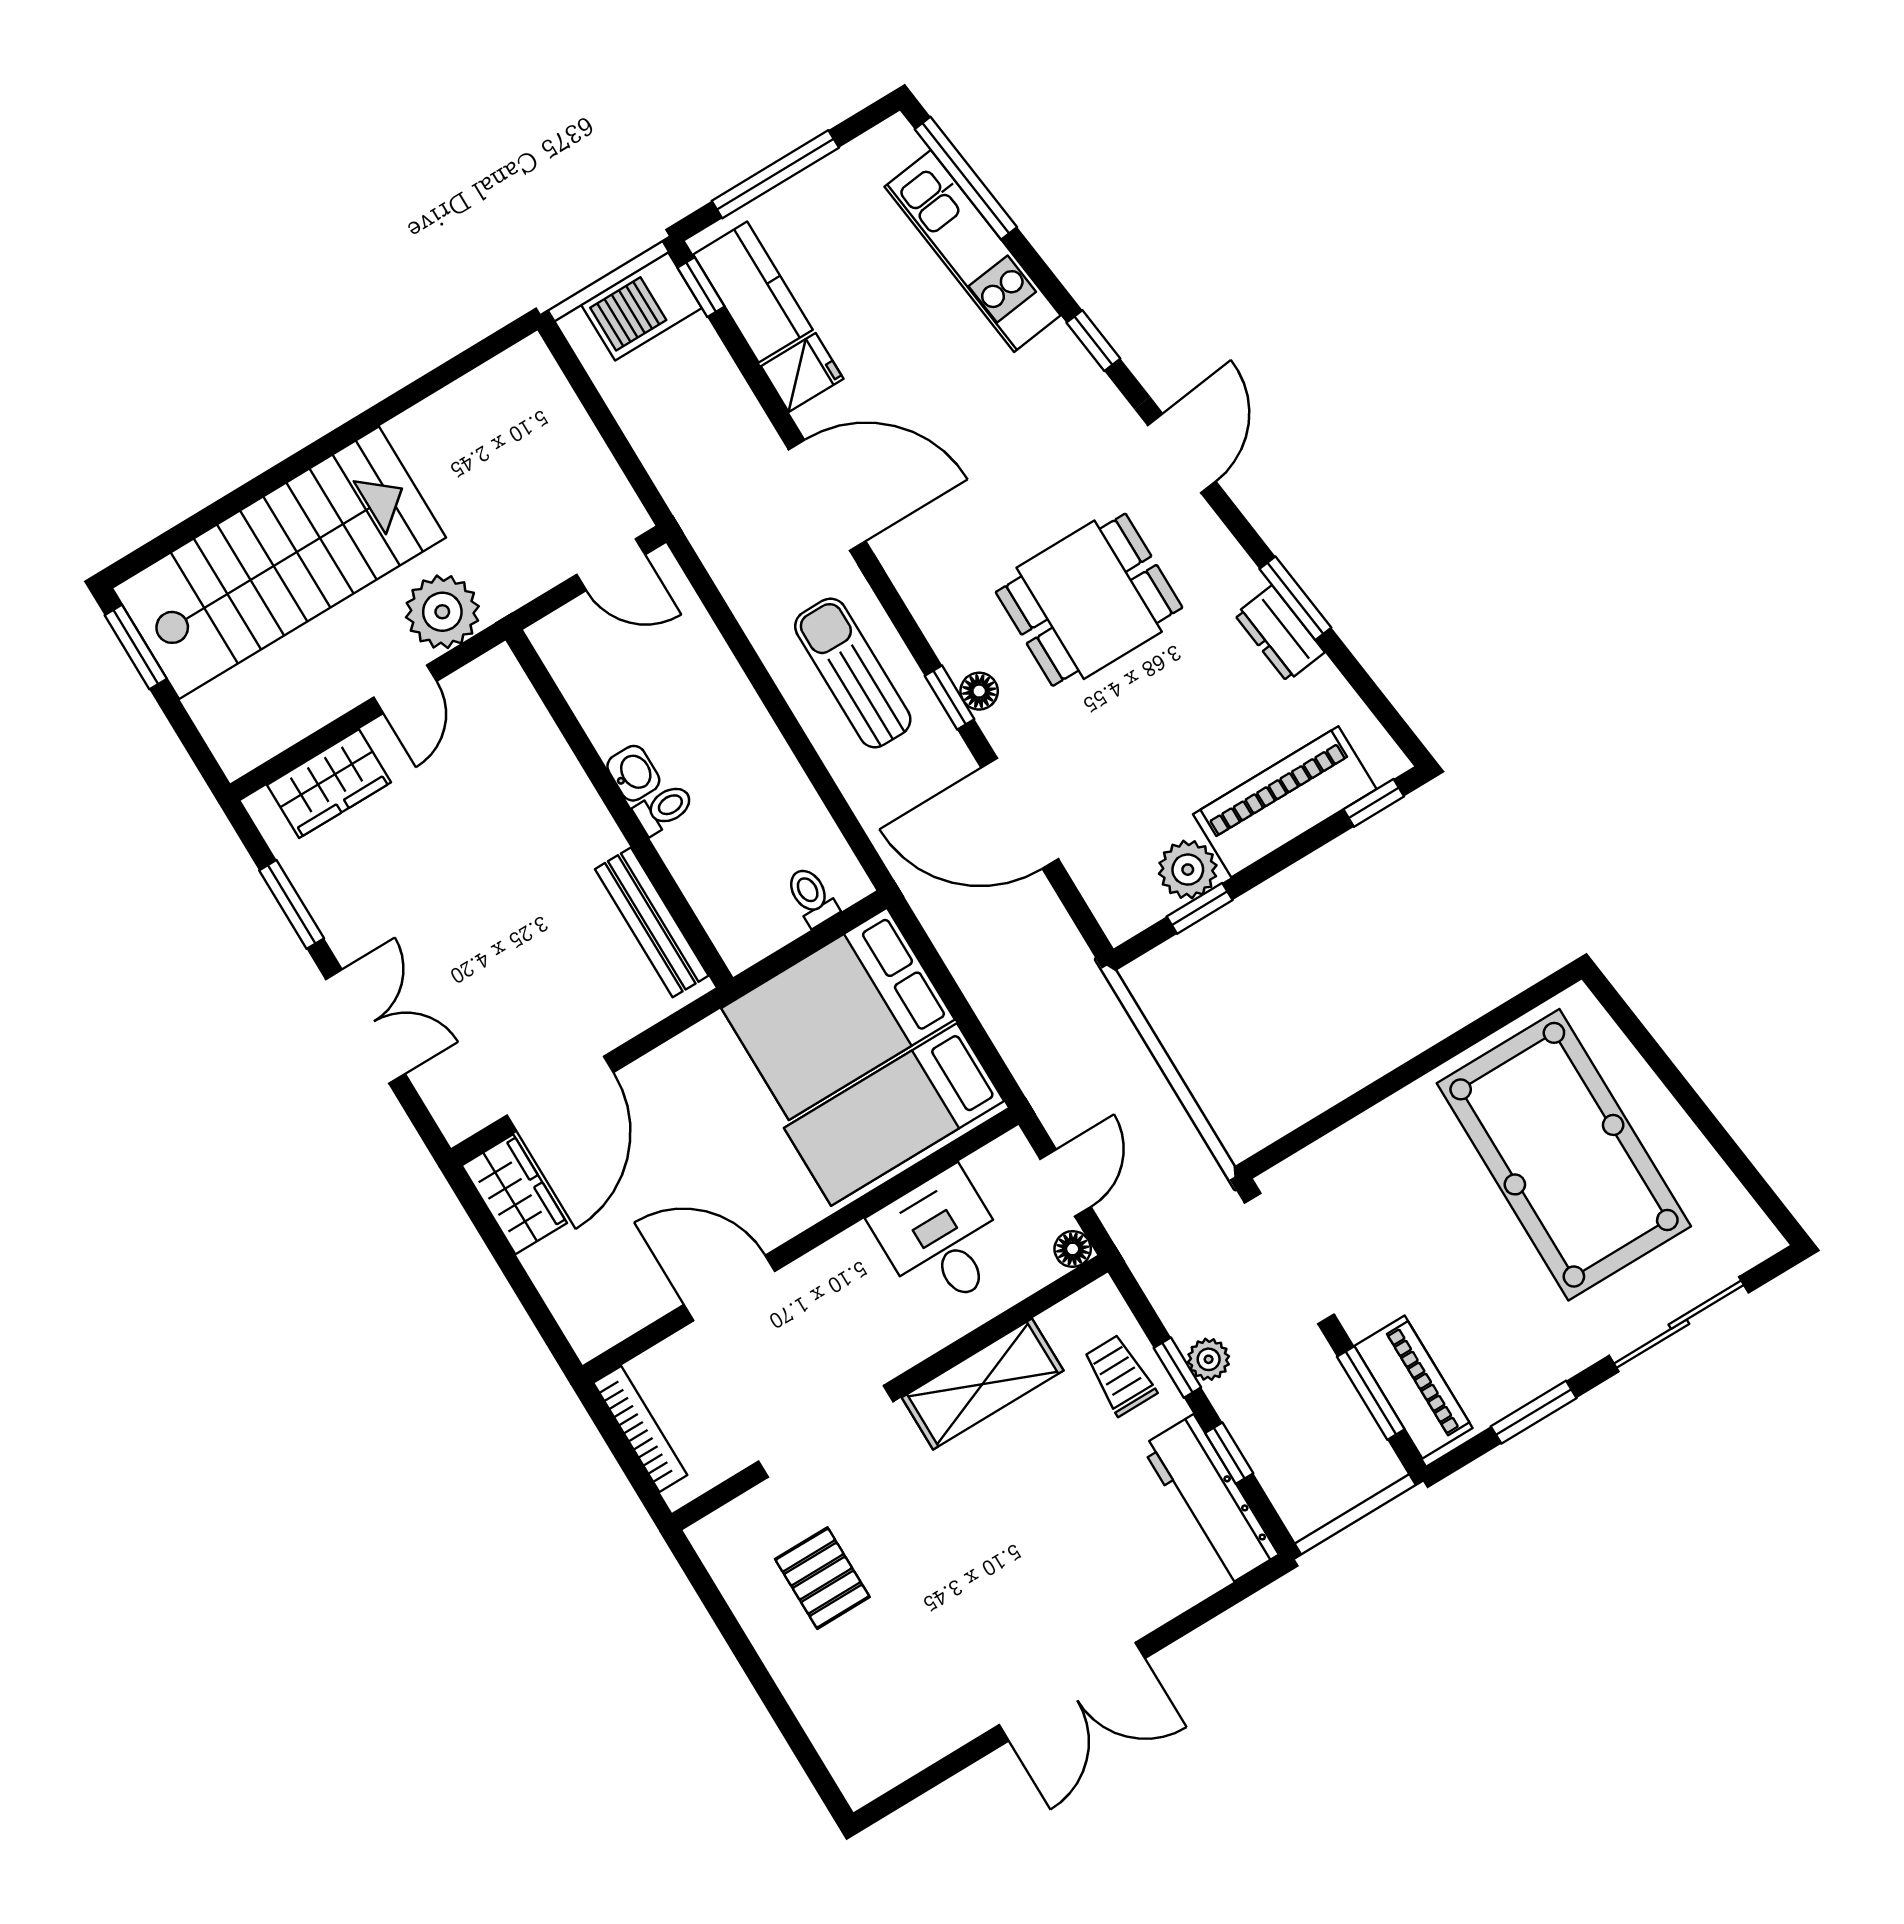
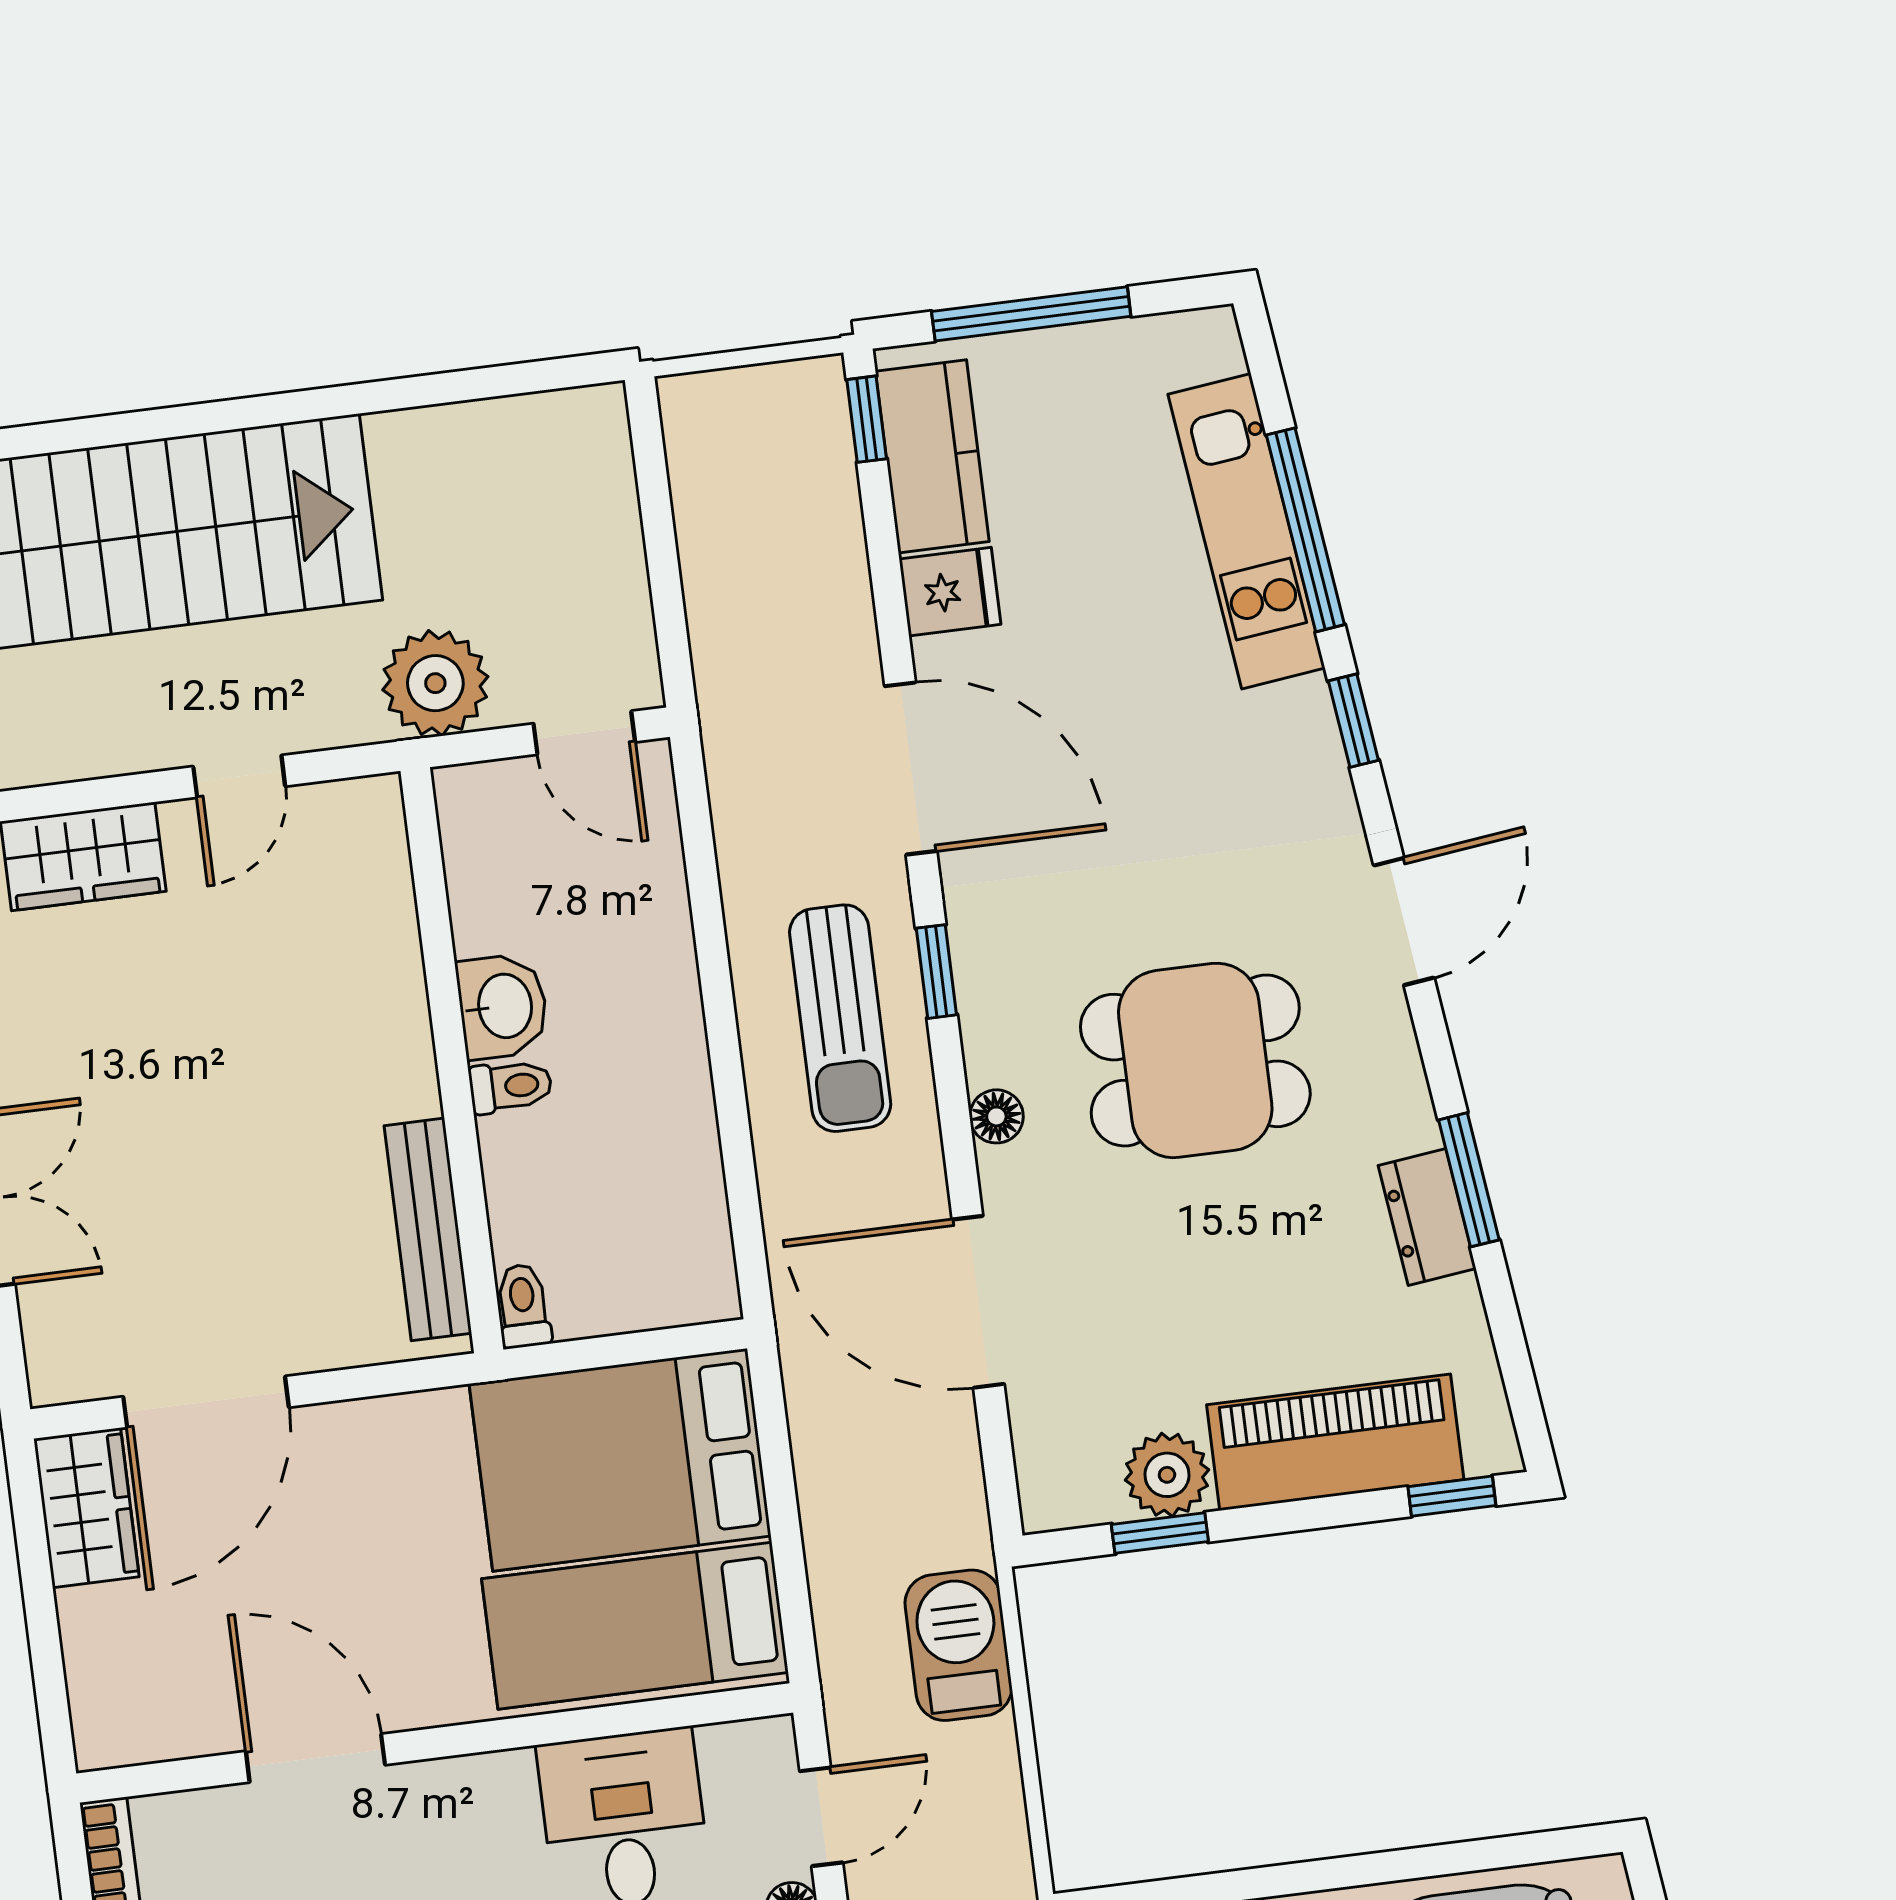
window: (966, 178) -> (1305, 530), moved
barbecue: (641, 306) -> (958, 1645), moved, turned 90
plant: (442, 612) -> (435, 683), moved
sun lounger: (853, 673) -> (840, 1018), turned 180
window: (950, 697) -> (936, 972), moved
washbasin: (633, 773) -> (503, 1006), width x1.38, depth x1.45
toilet: (812, 897) -> (523, 1306), moved

